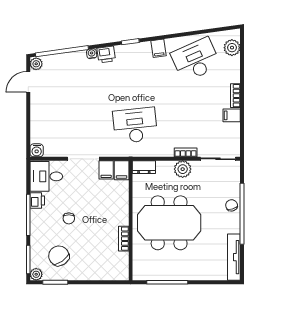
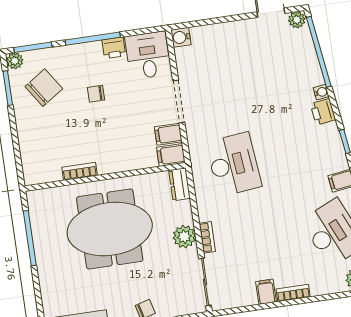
meeting table: (169, 223) -> (110, 229), turned 90

